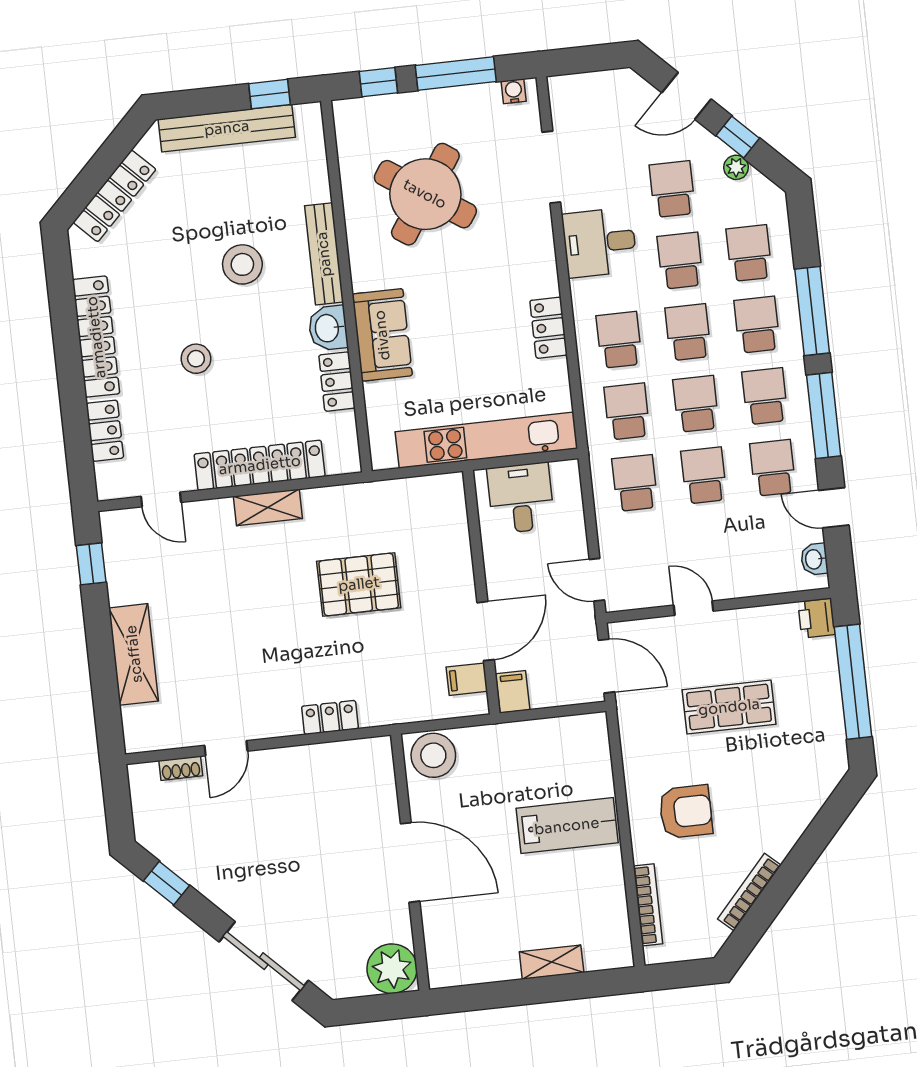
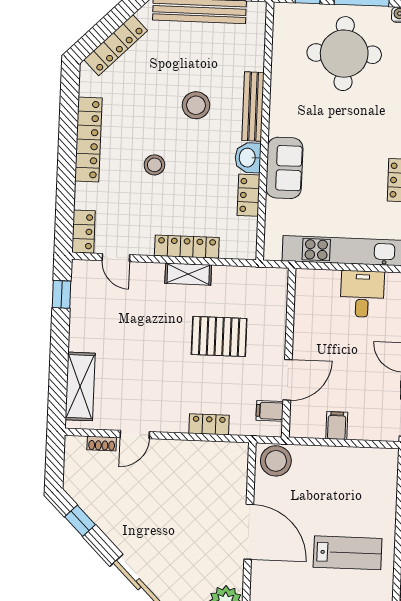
round table: (425, 194) -> (344, 54), moved, turned -34
locker: (105, 431) -> (84, 232), moved
locker: (260, 465) -> (187, 247), width x0.71, depth x0.83
pallet: (359, 584) -> (219, 336), moved
wall: (481, 592) -> (289, 353), moved
door: (486, 631) -> (288, 380), moved
shelving: (134, 654) -> (80, 386), moved
filing cabinet: (467, 679) -> (270, 411), moved
lab bench: (567, 826) -> (348, 553), moved

